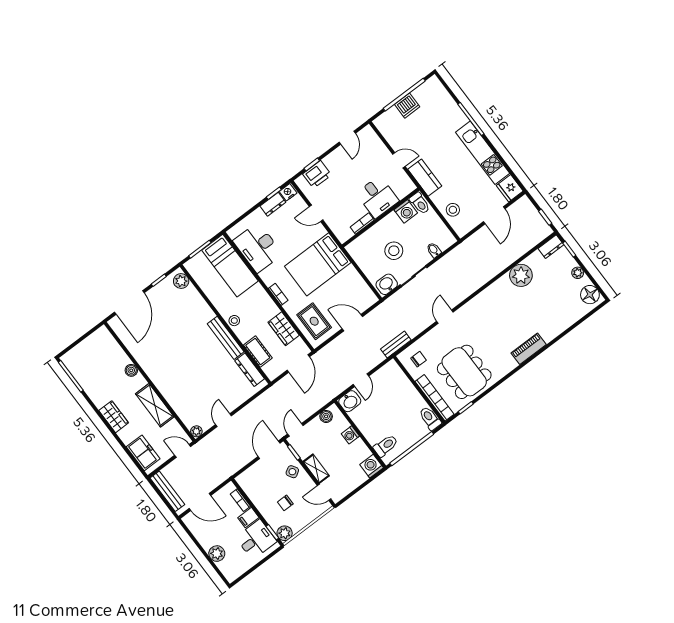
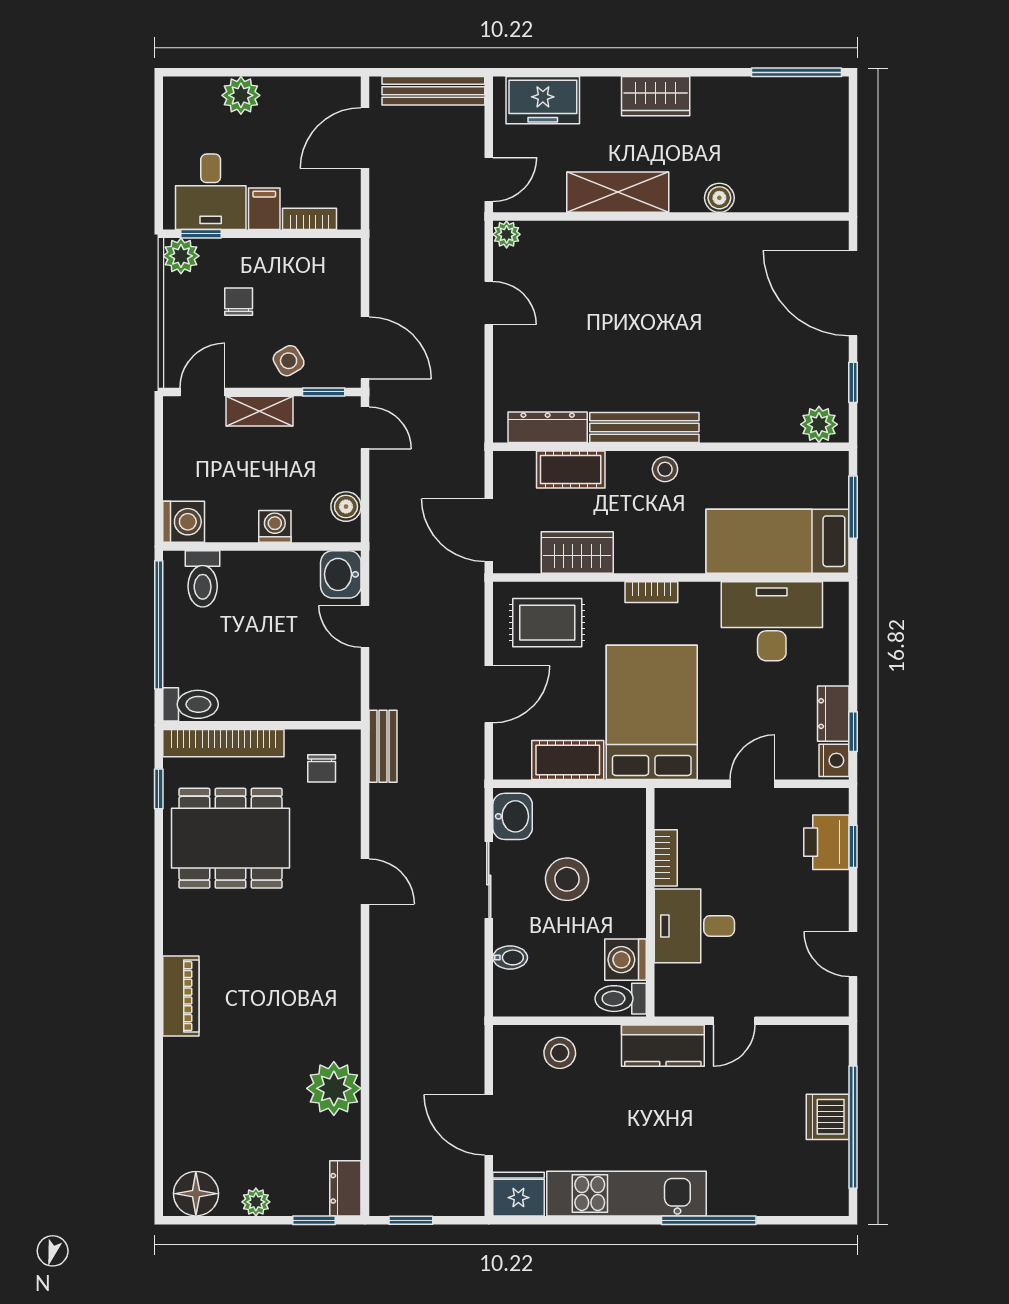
cot: (354, 280) -> (568, 760), added

